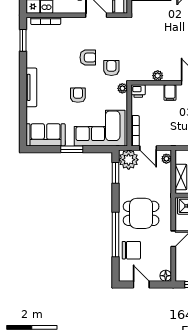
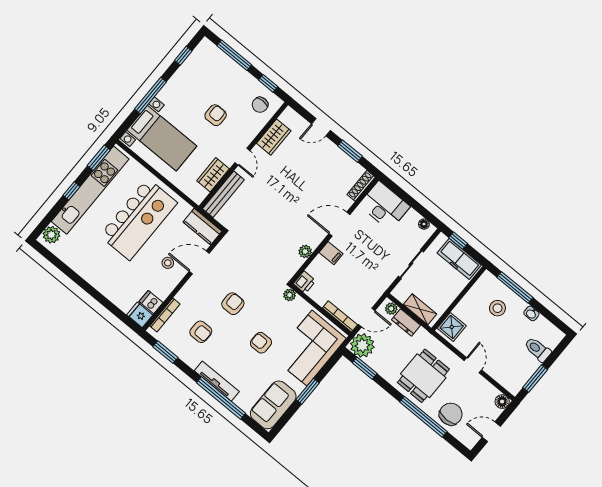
armchair: (111, 68) -> (201, 332), moved, turned 180
window: (23, 99) -> (221, 398), added
dresser: (165, 175) -> (406, 322), added

